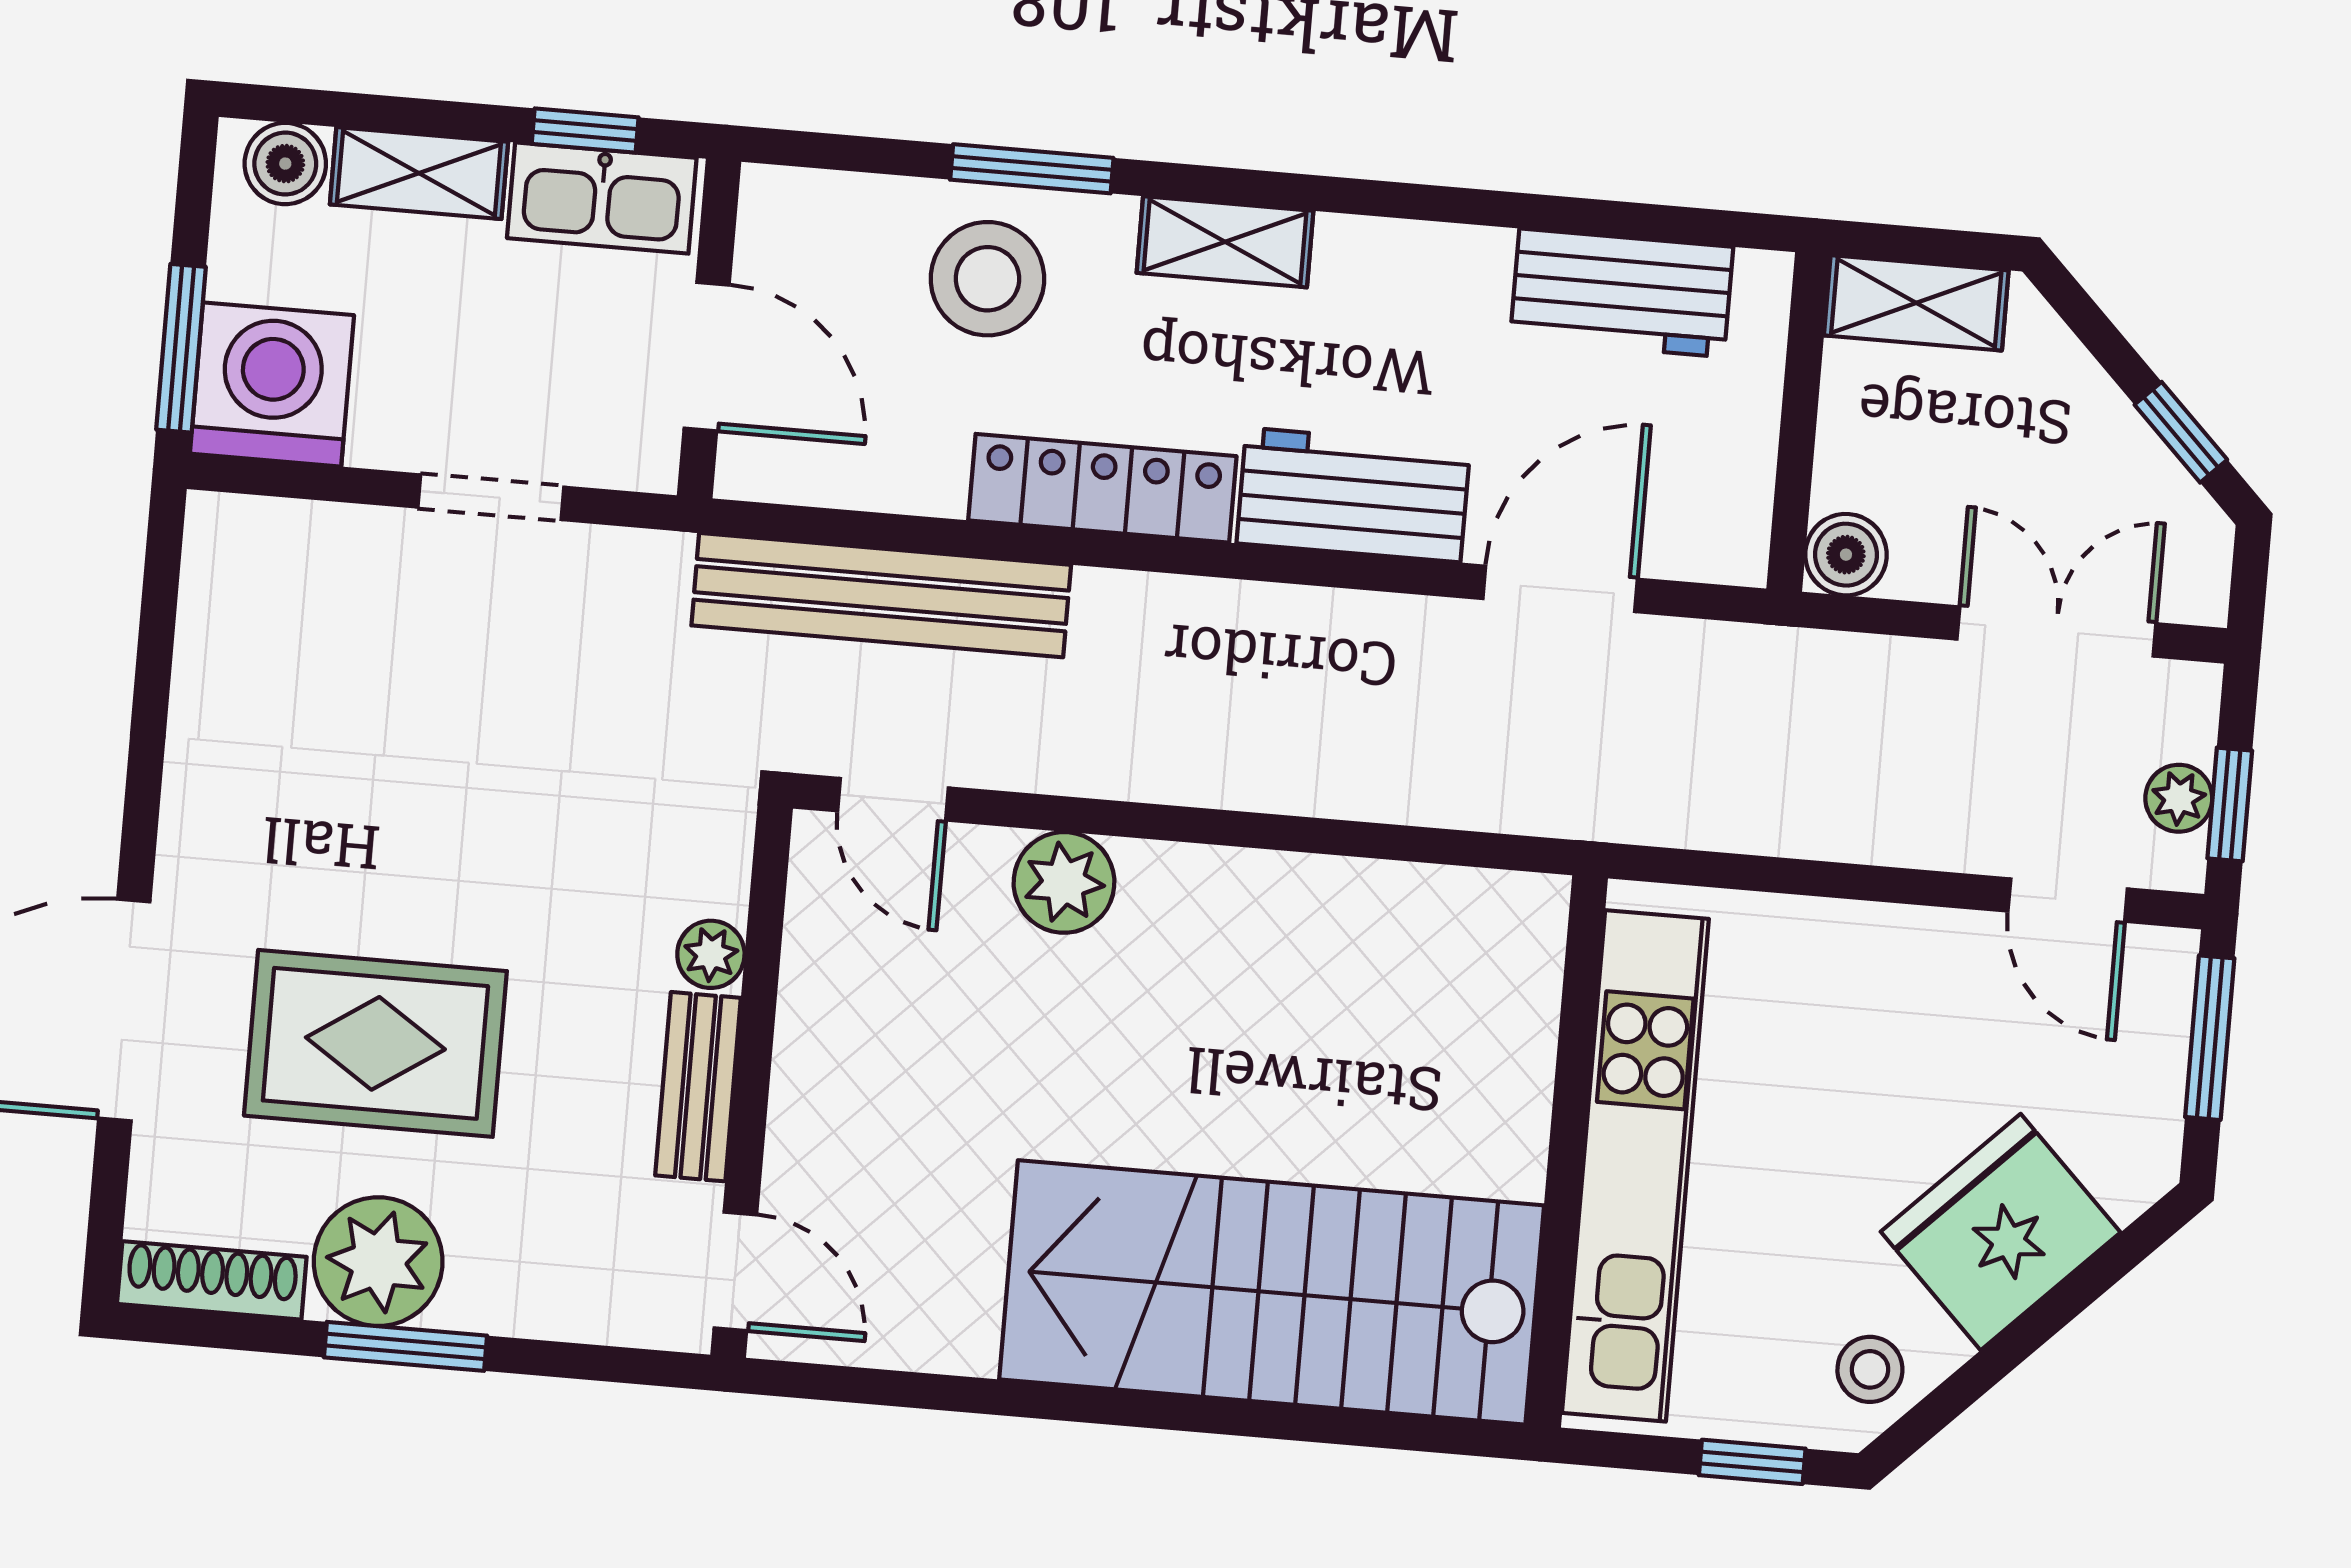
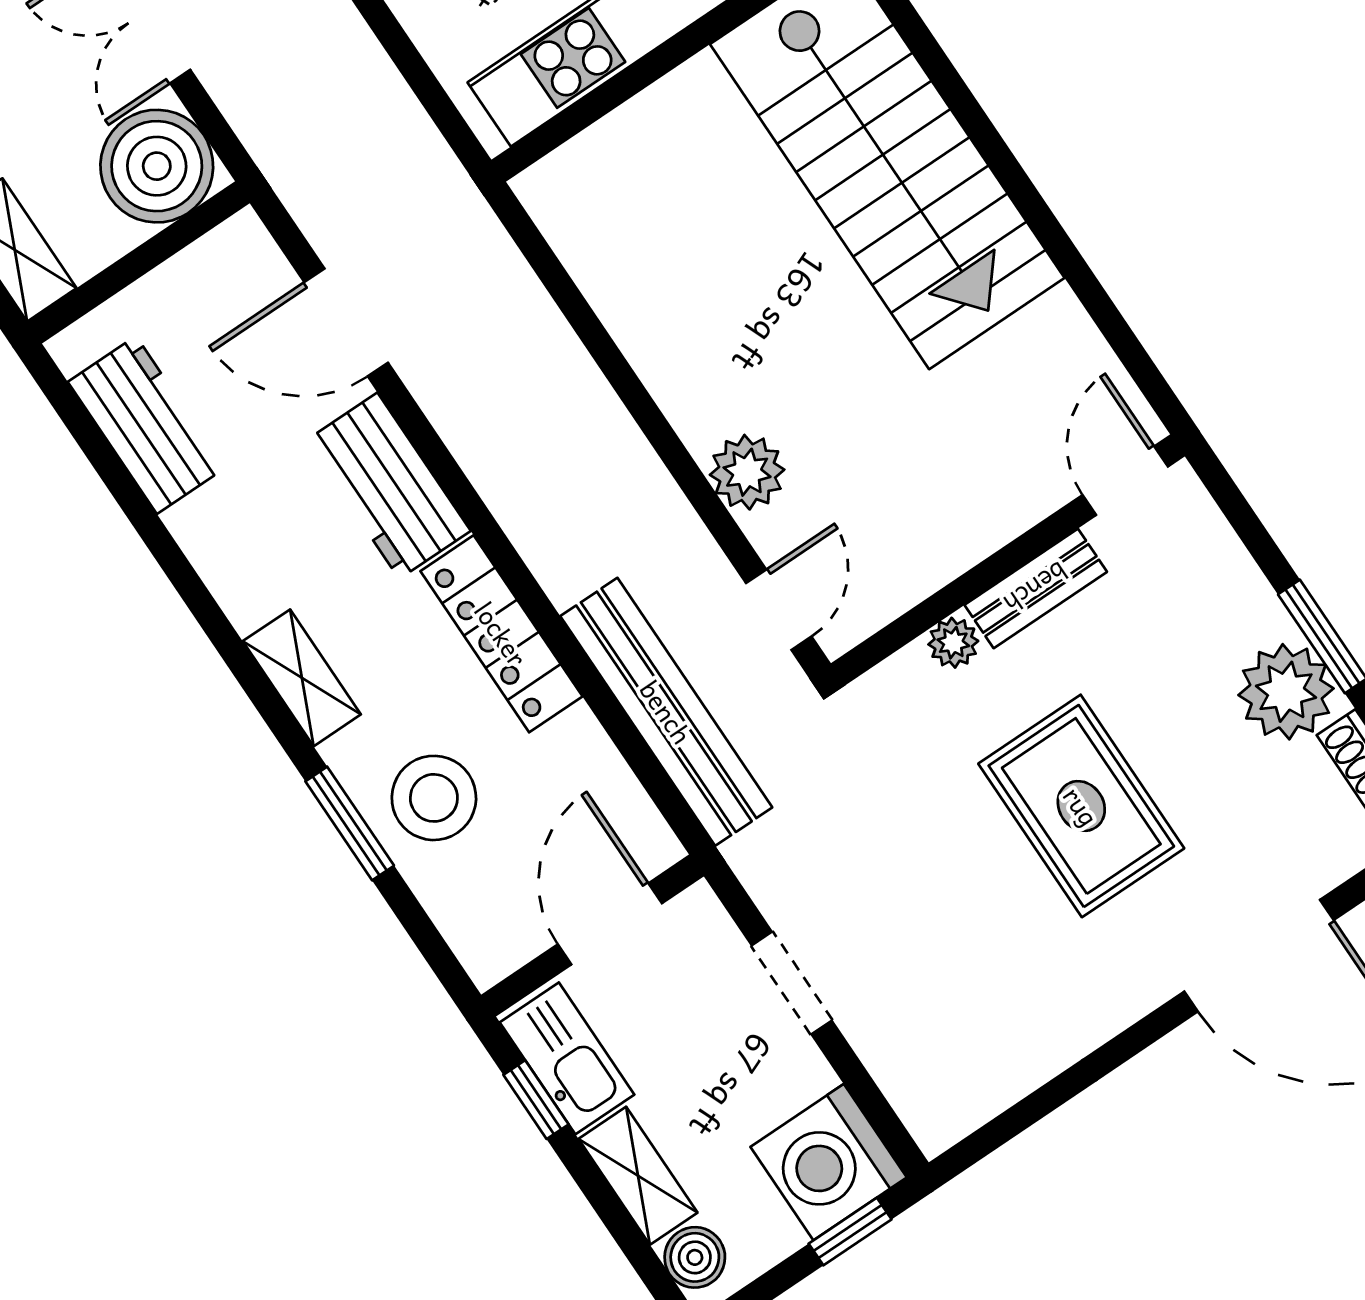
window: (181, 348) -> (850, 1232), width x0.67
boiler: (1846, 555) -> (157, 166), width x1.86, depth x1.86
rug: (375, 1043) -> (1081, 806), moved

